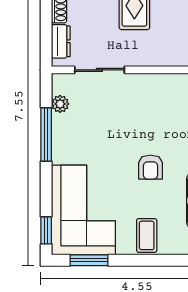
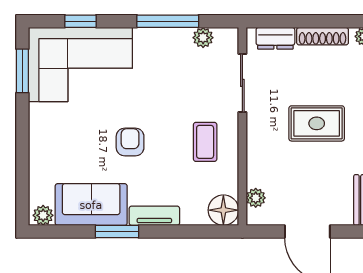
armchair: (151, 167) -> (130, 142), turned 90
window: (46, 230) -> (80, 21), moved
coffee table: (147, 235) -> (205, 142), moved, turned 90

